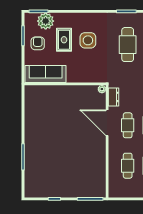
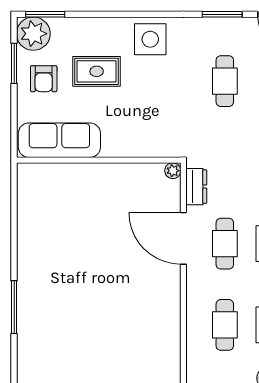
plant: (46, 21) -> (33, 34), moved
rug: (64, 40) -> (97, 71), turned 90
side table: (88, 40) -> (150, 39), moved
armchair: (38, 43) -> (44, 79), turned 180
cafe table: (128, 45) -> (225, 81), width x0.73, depth x0.74

